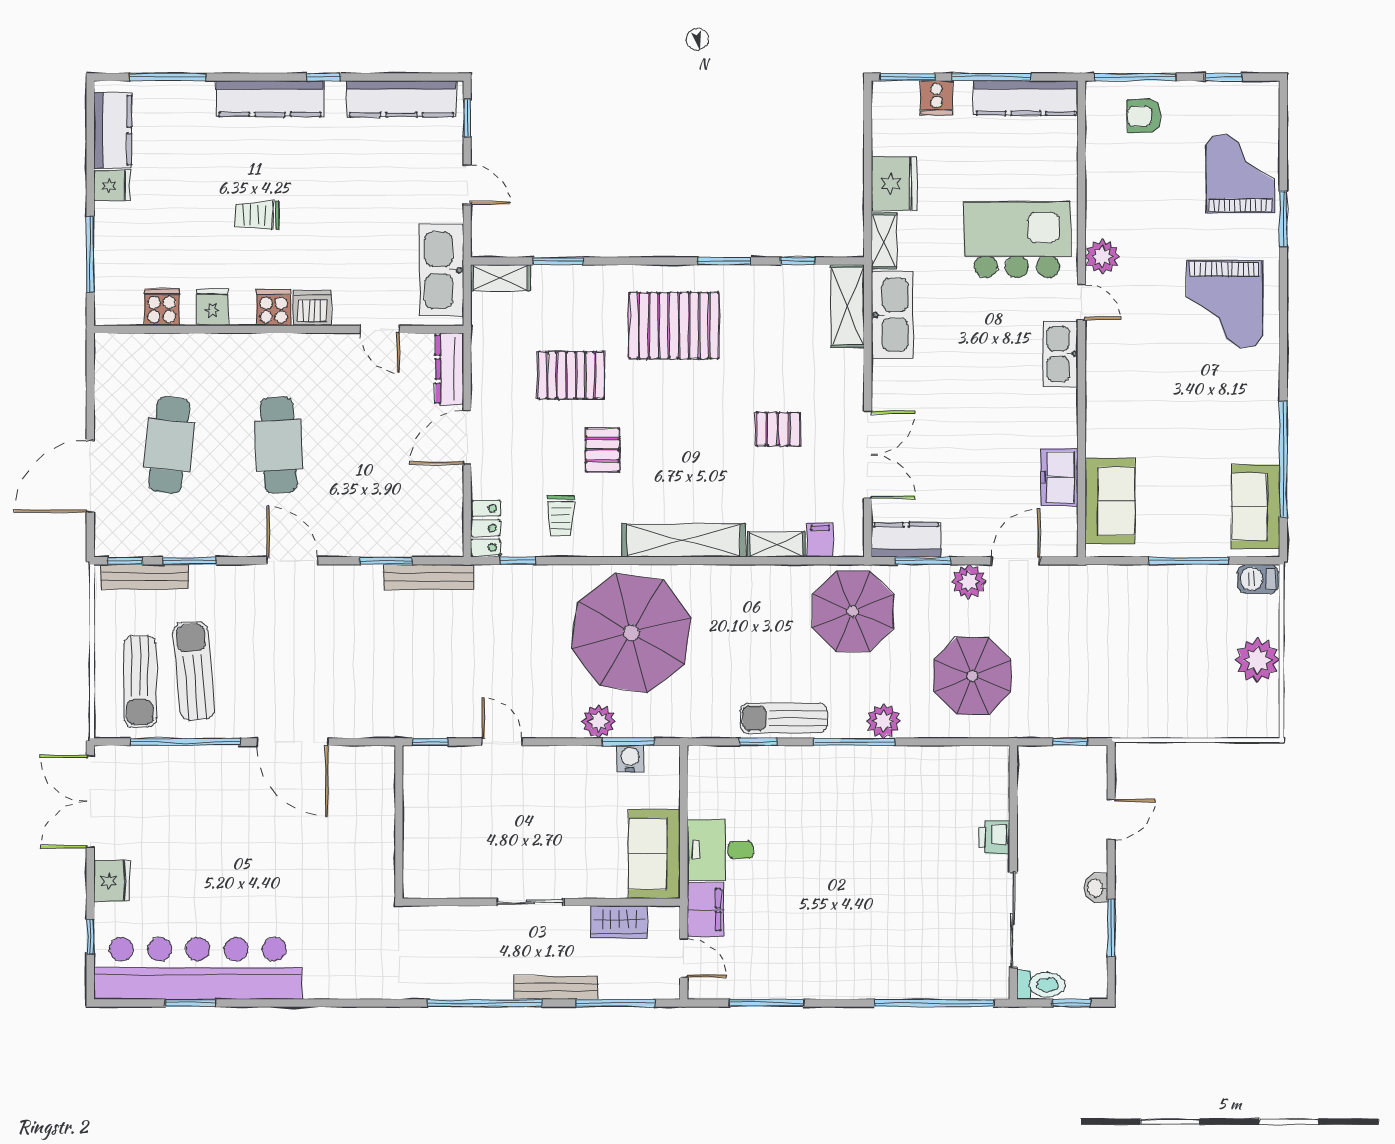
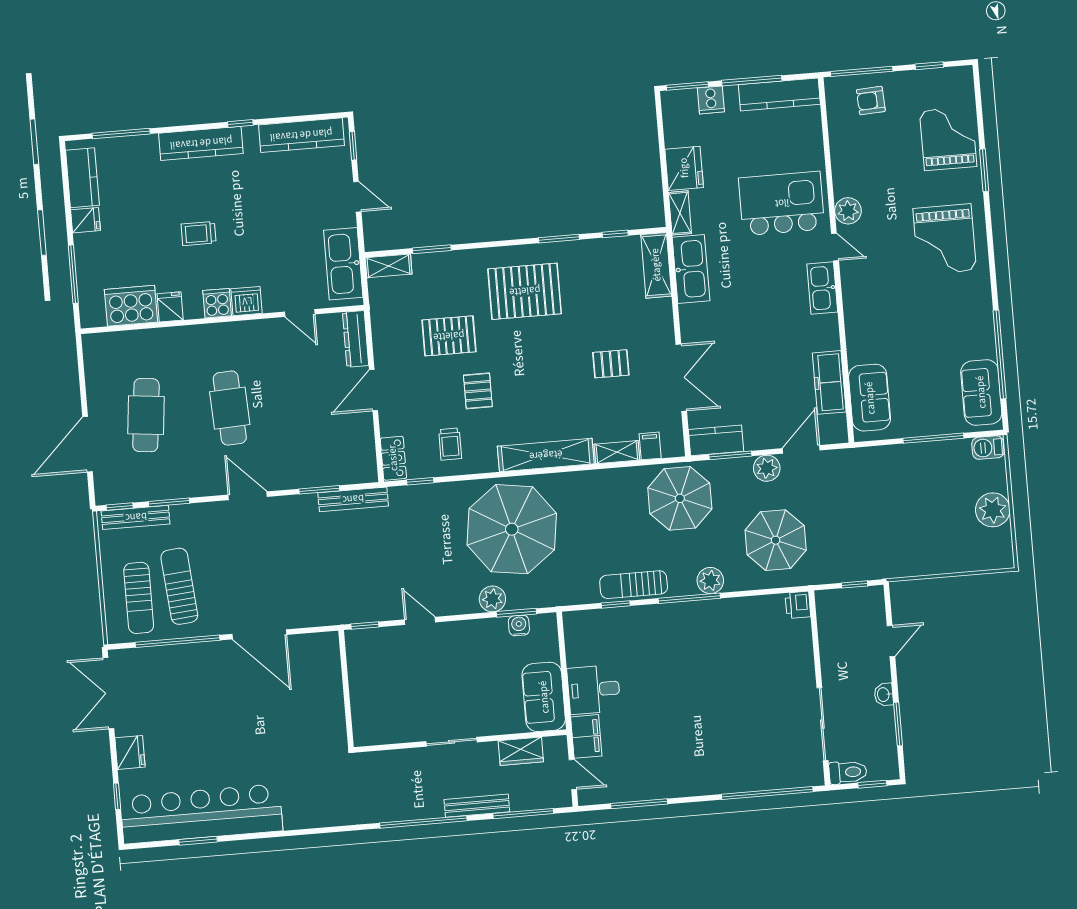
cooker: (162, 307) -> (131, 306), width x1.87, depth x1.31
freezer: (1059, 477) -> (829, 382), width x1.40
printer: (994, 837) -> (798, 605), moved

